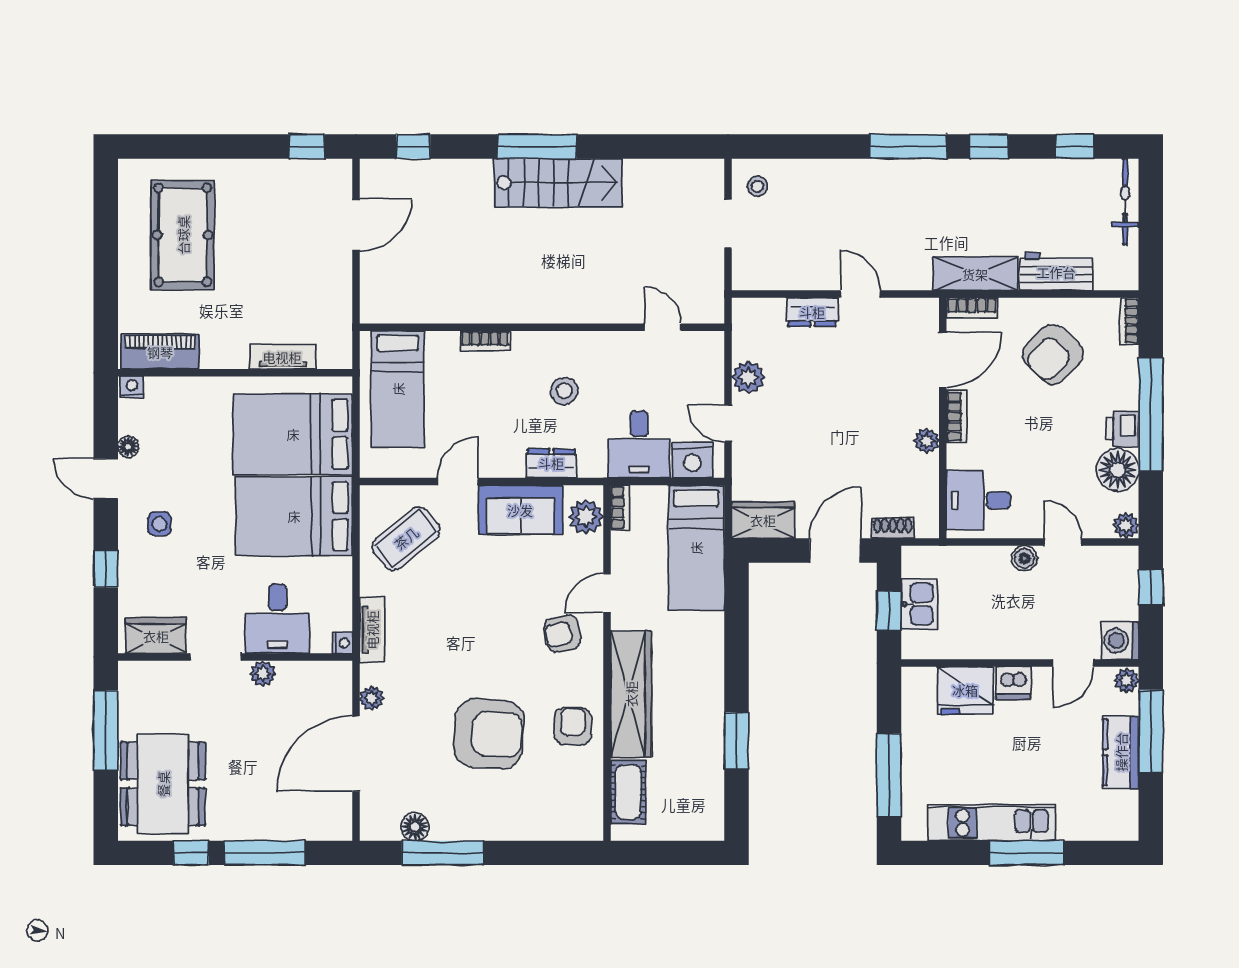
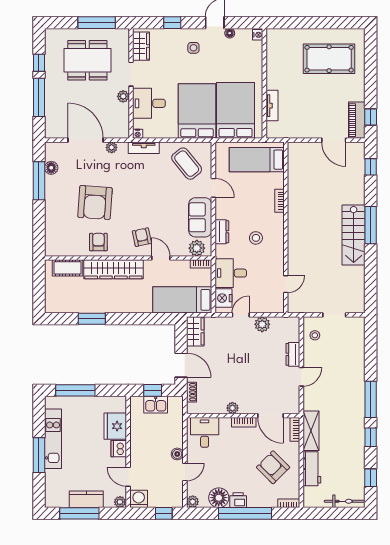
stool: (757, 186) -> (315, 335), moved
piano: (160, 352) -> (357, 120), moved, turned 180
armchair: (573, 726) -> (98, 242), turned -90
window: (1151, 731) -> (79, 513), moved
dining table: (163, 784) -> (87, 60), moved

